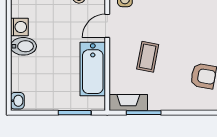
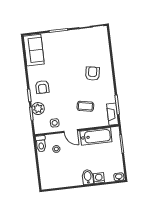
washing machine: (19, 27) -> (99, 178), moved

